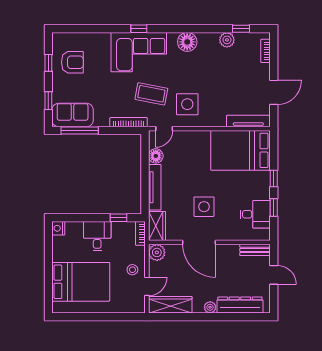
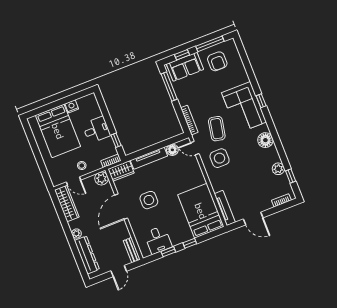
window: (48, 63) -> (210, 44), width x2.17
sofa: (73, 115) -> (185, 67), moved, turned 90
nightstand: (58, 228) -> (72, 106), moved

